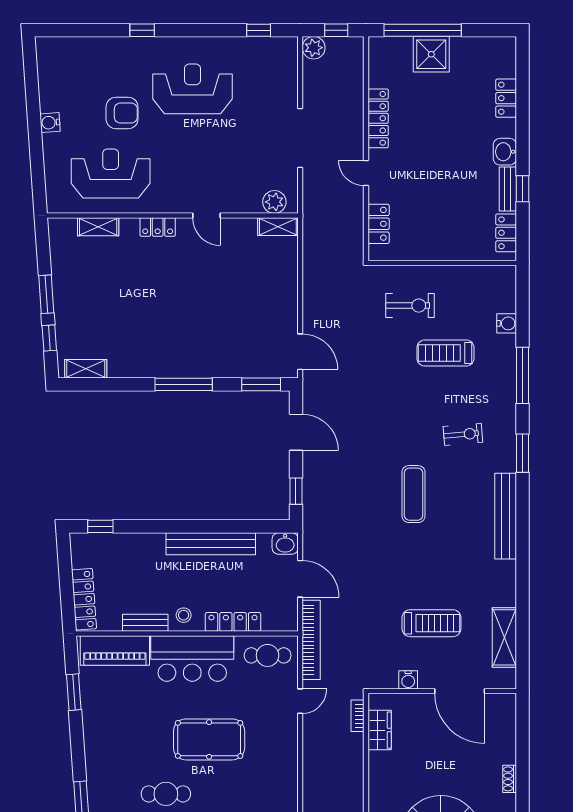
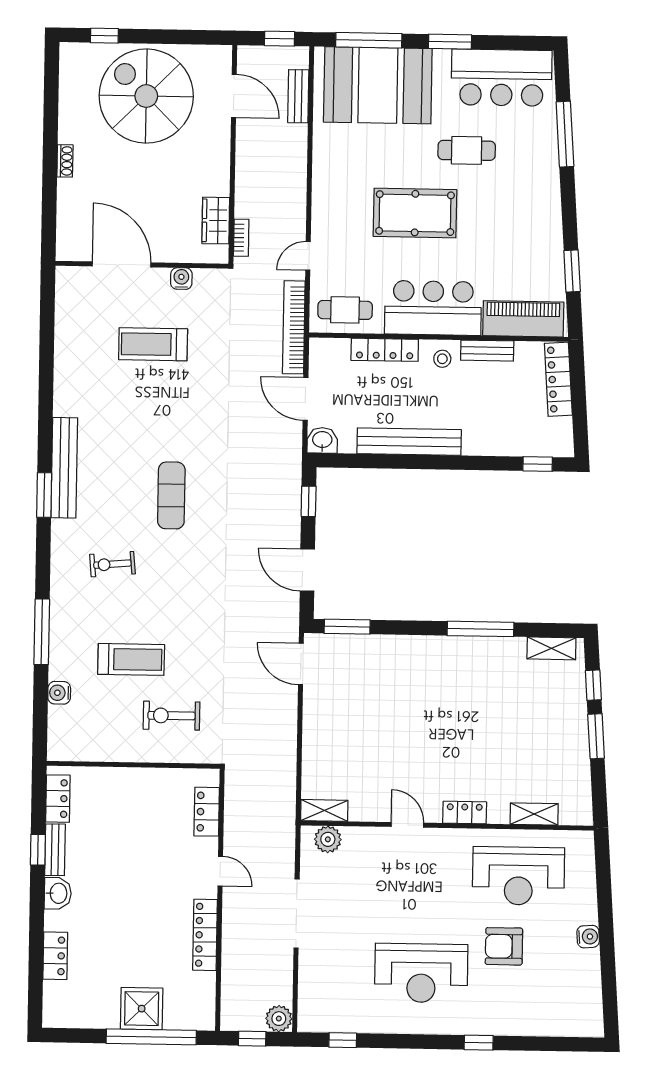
window: (184, 384) -> (481, 629), moved
window: (522, 453) -> (44, 495), moved
shelving: (504, 637) -> (68, 326), removed

